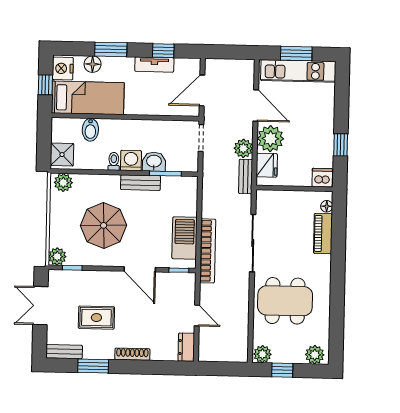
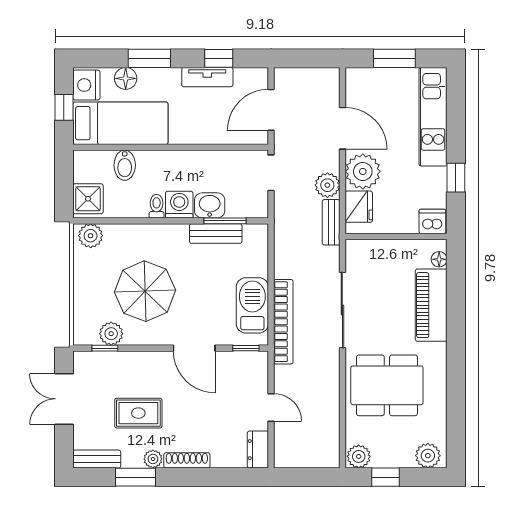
kitchen unit: (298, 71) -> (433, 117), moved, turned 90
bench: (141, 183) -> (216, 234), moved
piano: (323, 234) -> (431, 305), width x1.37, depth x1.33
plant: (57, 257) -> (111, 334), moved
plant: (107, 353) -> (153, 459), added

